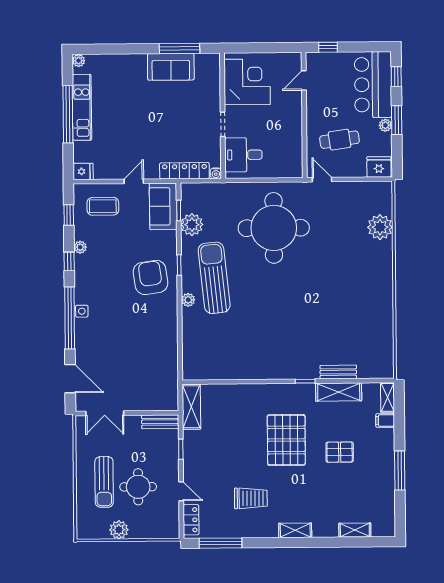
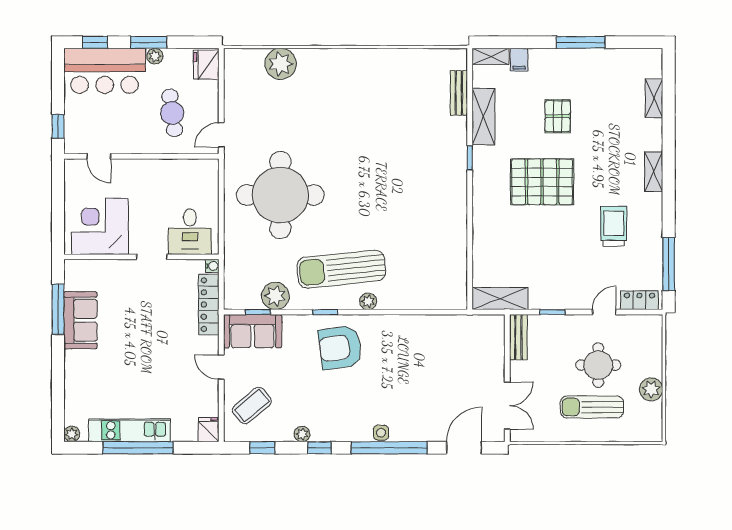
coffee table: (103, 206) -> (252, 406), turned 50
bench: (338, 372) -> (459, 93), moved
sun lounger: (104, 482) -> (592, 407), turned 180

